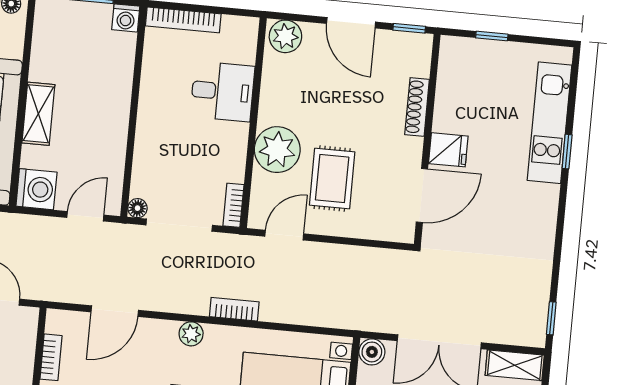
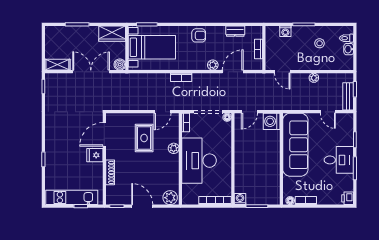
desk: (222, 91) -> (199, 161), width x1.87, depth x1.30
shelving: (38, 114) -> (274, 154), removed
kitchen unit: (549, 123) -> (72, 197), moved, turned -90
plant: (277, 150) -> (174, 148), width x0.53, depth x0.53
plant: (191, 334) -> (213, 65), moved

